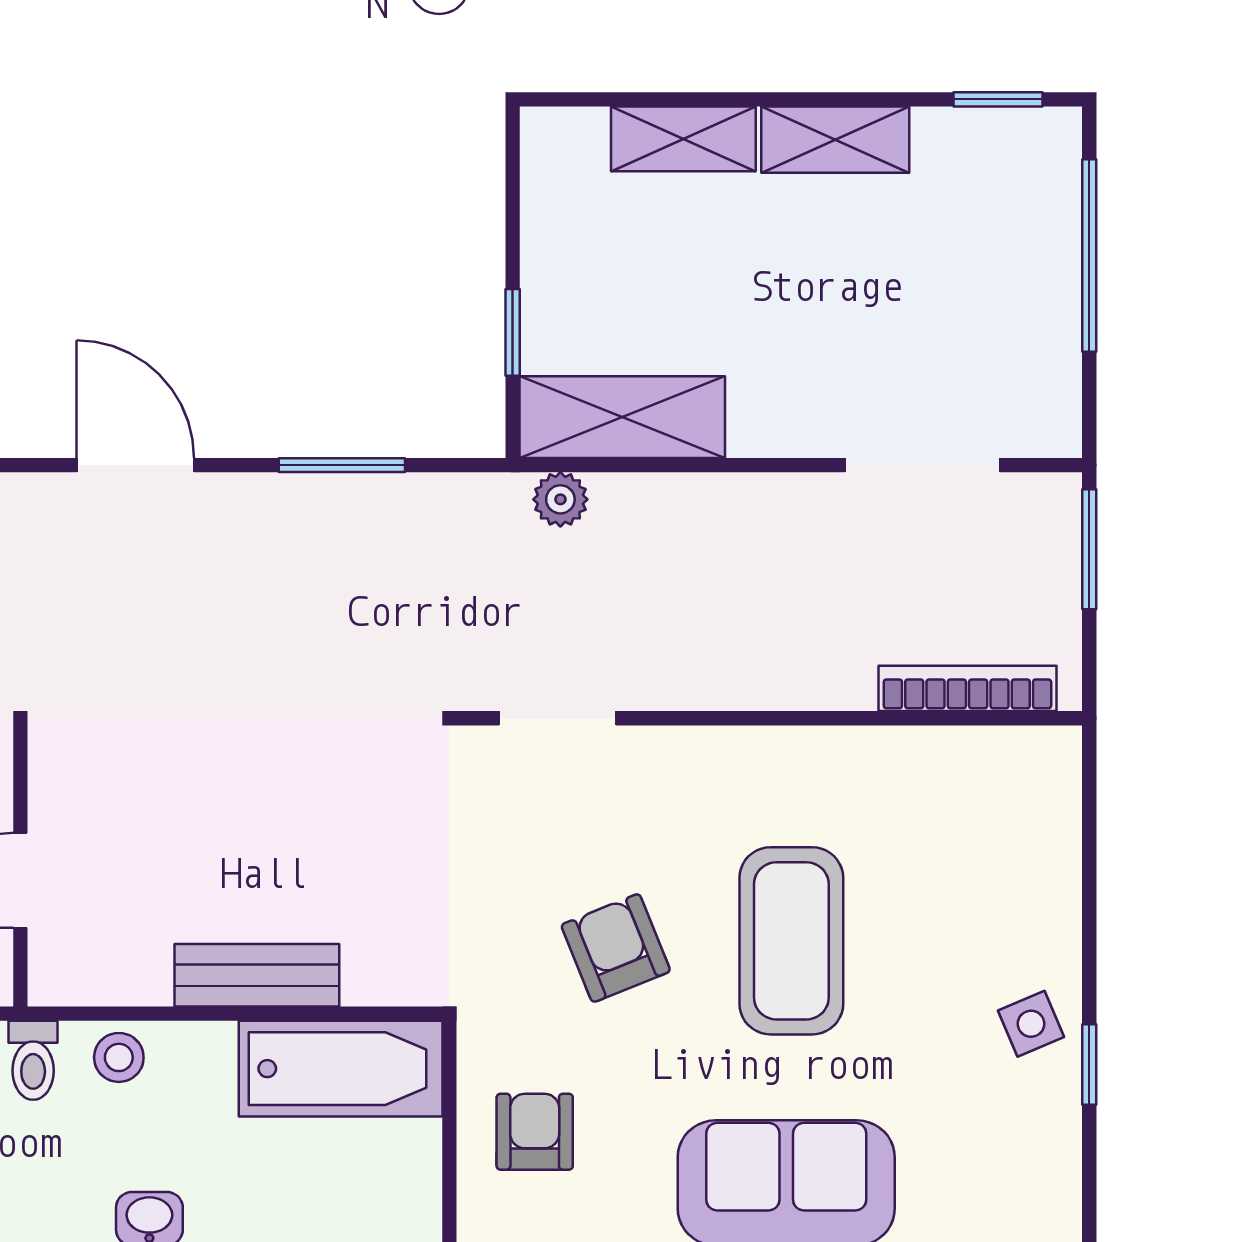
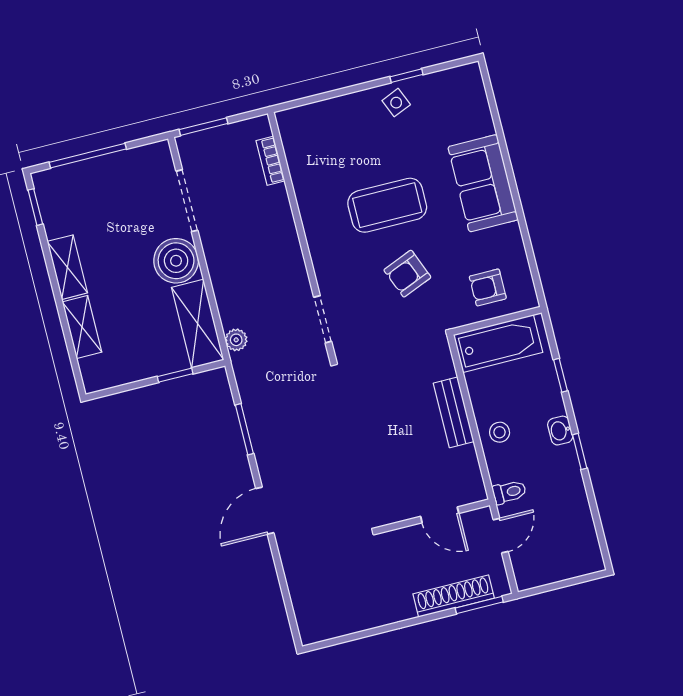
boiler: (785, 403) -> (176, 261), added
bookcase: (967, 688) -> (270, 161), width x0.64
stool: (119, 1057) -> (500, 432), moved
bathtub: (341, 1069) -> (498, 344), moved, turned 90

